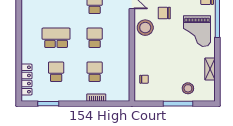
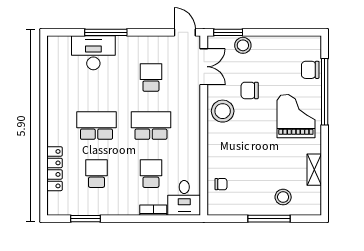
grand piano: (197, 31) -> (296, 116), turned 180
school desk: (95, 38) -> (151, 126), width x1.85
locker: (26, 79) -> (55, 169), moved
desk: (118, 89) -> (184, 198), added

